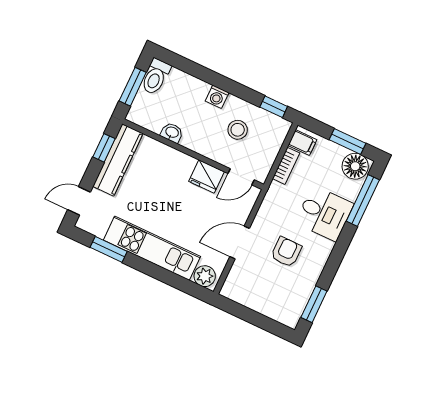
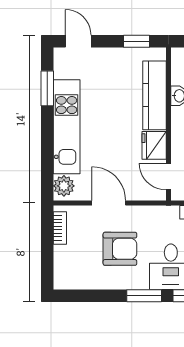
kitchen counter: (118, 160) -> (154, 95), moved, turned 90
armchair: (286, 252) -> (120, 249), width x1.38, depth x1.38
bookcase: (242, 298) -> (60, 228), added
window: (314, 304) -> (144, 296), moved

